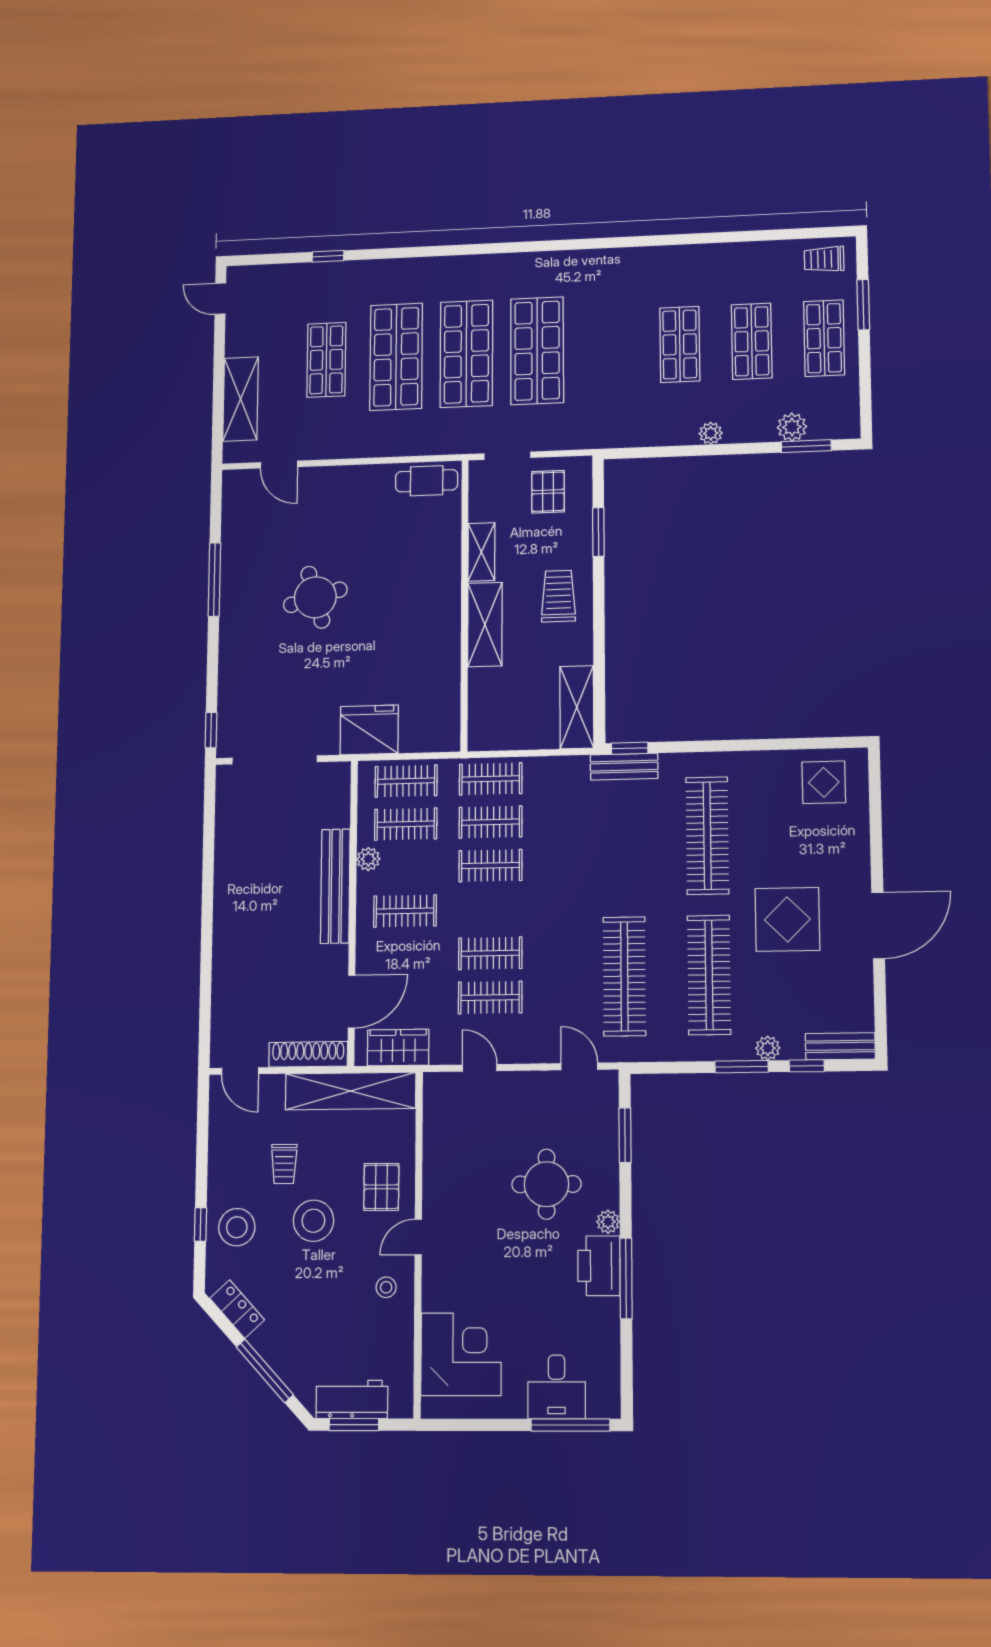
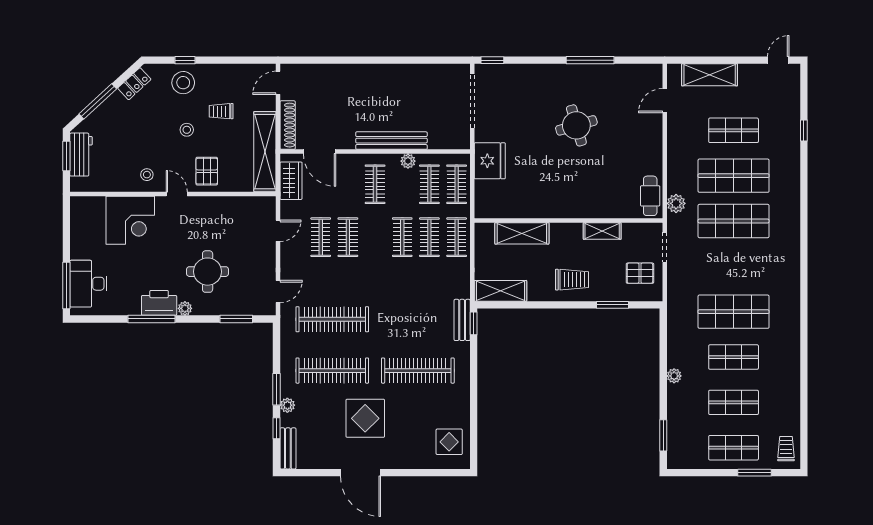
shop shelf: (537, 351) -> (734, 312), moved
plant: (792, 427) -> (676, 203), moved
shelving: (485, 625) -> (522, 233), moved
pallet: (381, 1187) -> (207, 171), turned 90
stool: (313, 1221) -> (187, 130), width x0.53, depth x0.53
corner desk: (461, 1354) -> (130, 220), moved
desk: (557, 1387) -> (88, 284), width x1.37

